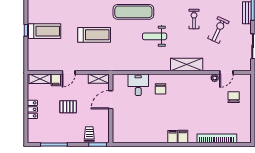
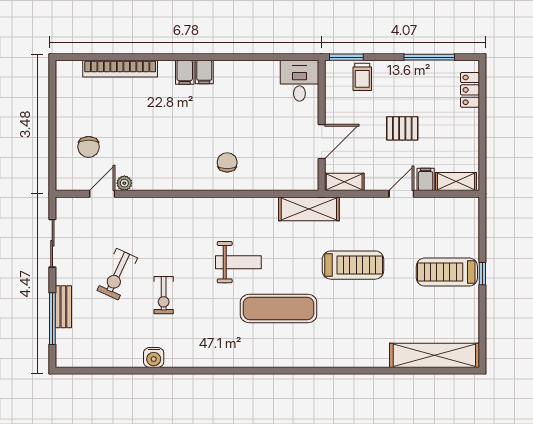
treadmill: (94, 35) -> (353, 265), turned 180
shelving: (187, 64) -> (309, 209), moved
desk: (138, 85) -> (299, 81), moved, turned 180
locker: (32, 109) -> (470, 90), moved

